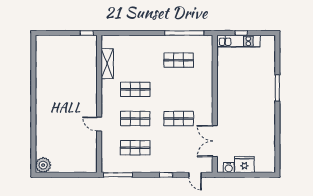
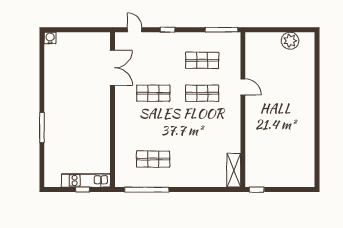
shelving: (107, 64) -> (234, 170), moved
shop shelf: (135, 89) -> (202, 126), removed
fridge: (244, 164) -> (79, 41), removed
plant: (43, 165) -> (290, 41), moved
water cooler: (229, 168) -> (50, 38), moved

